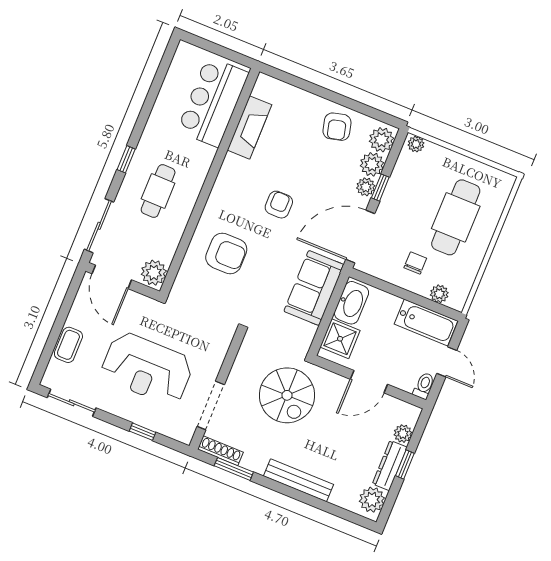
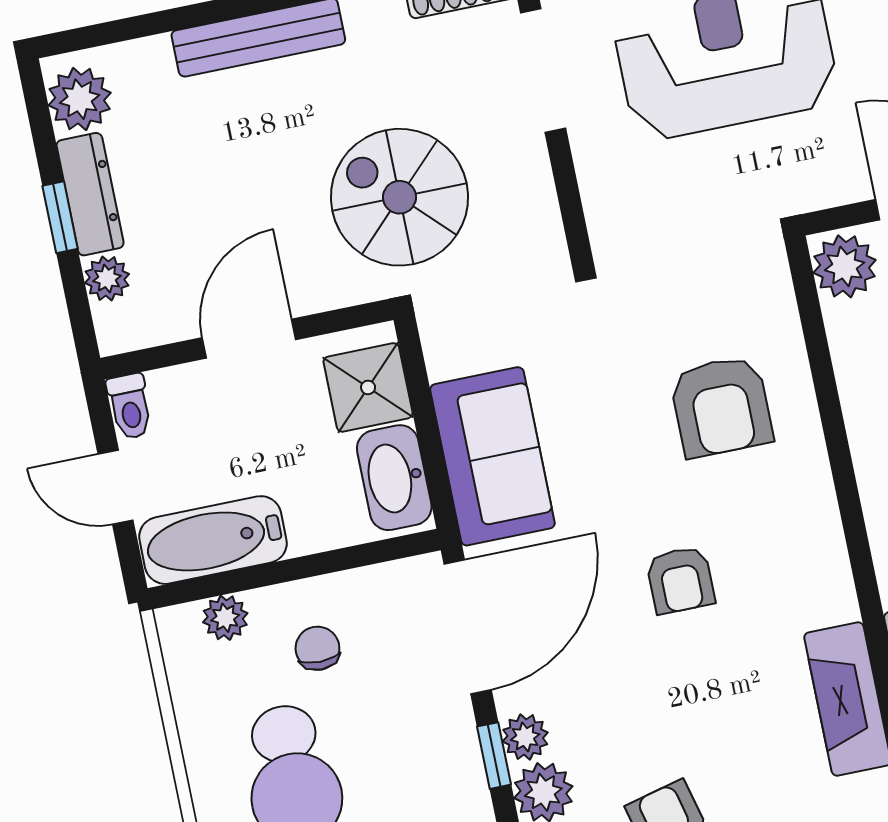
armchair: (226, 253) -> (721, 406), turned -90
chair: (415, 263) -> (317, 648), turned 180

